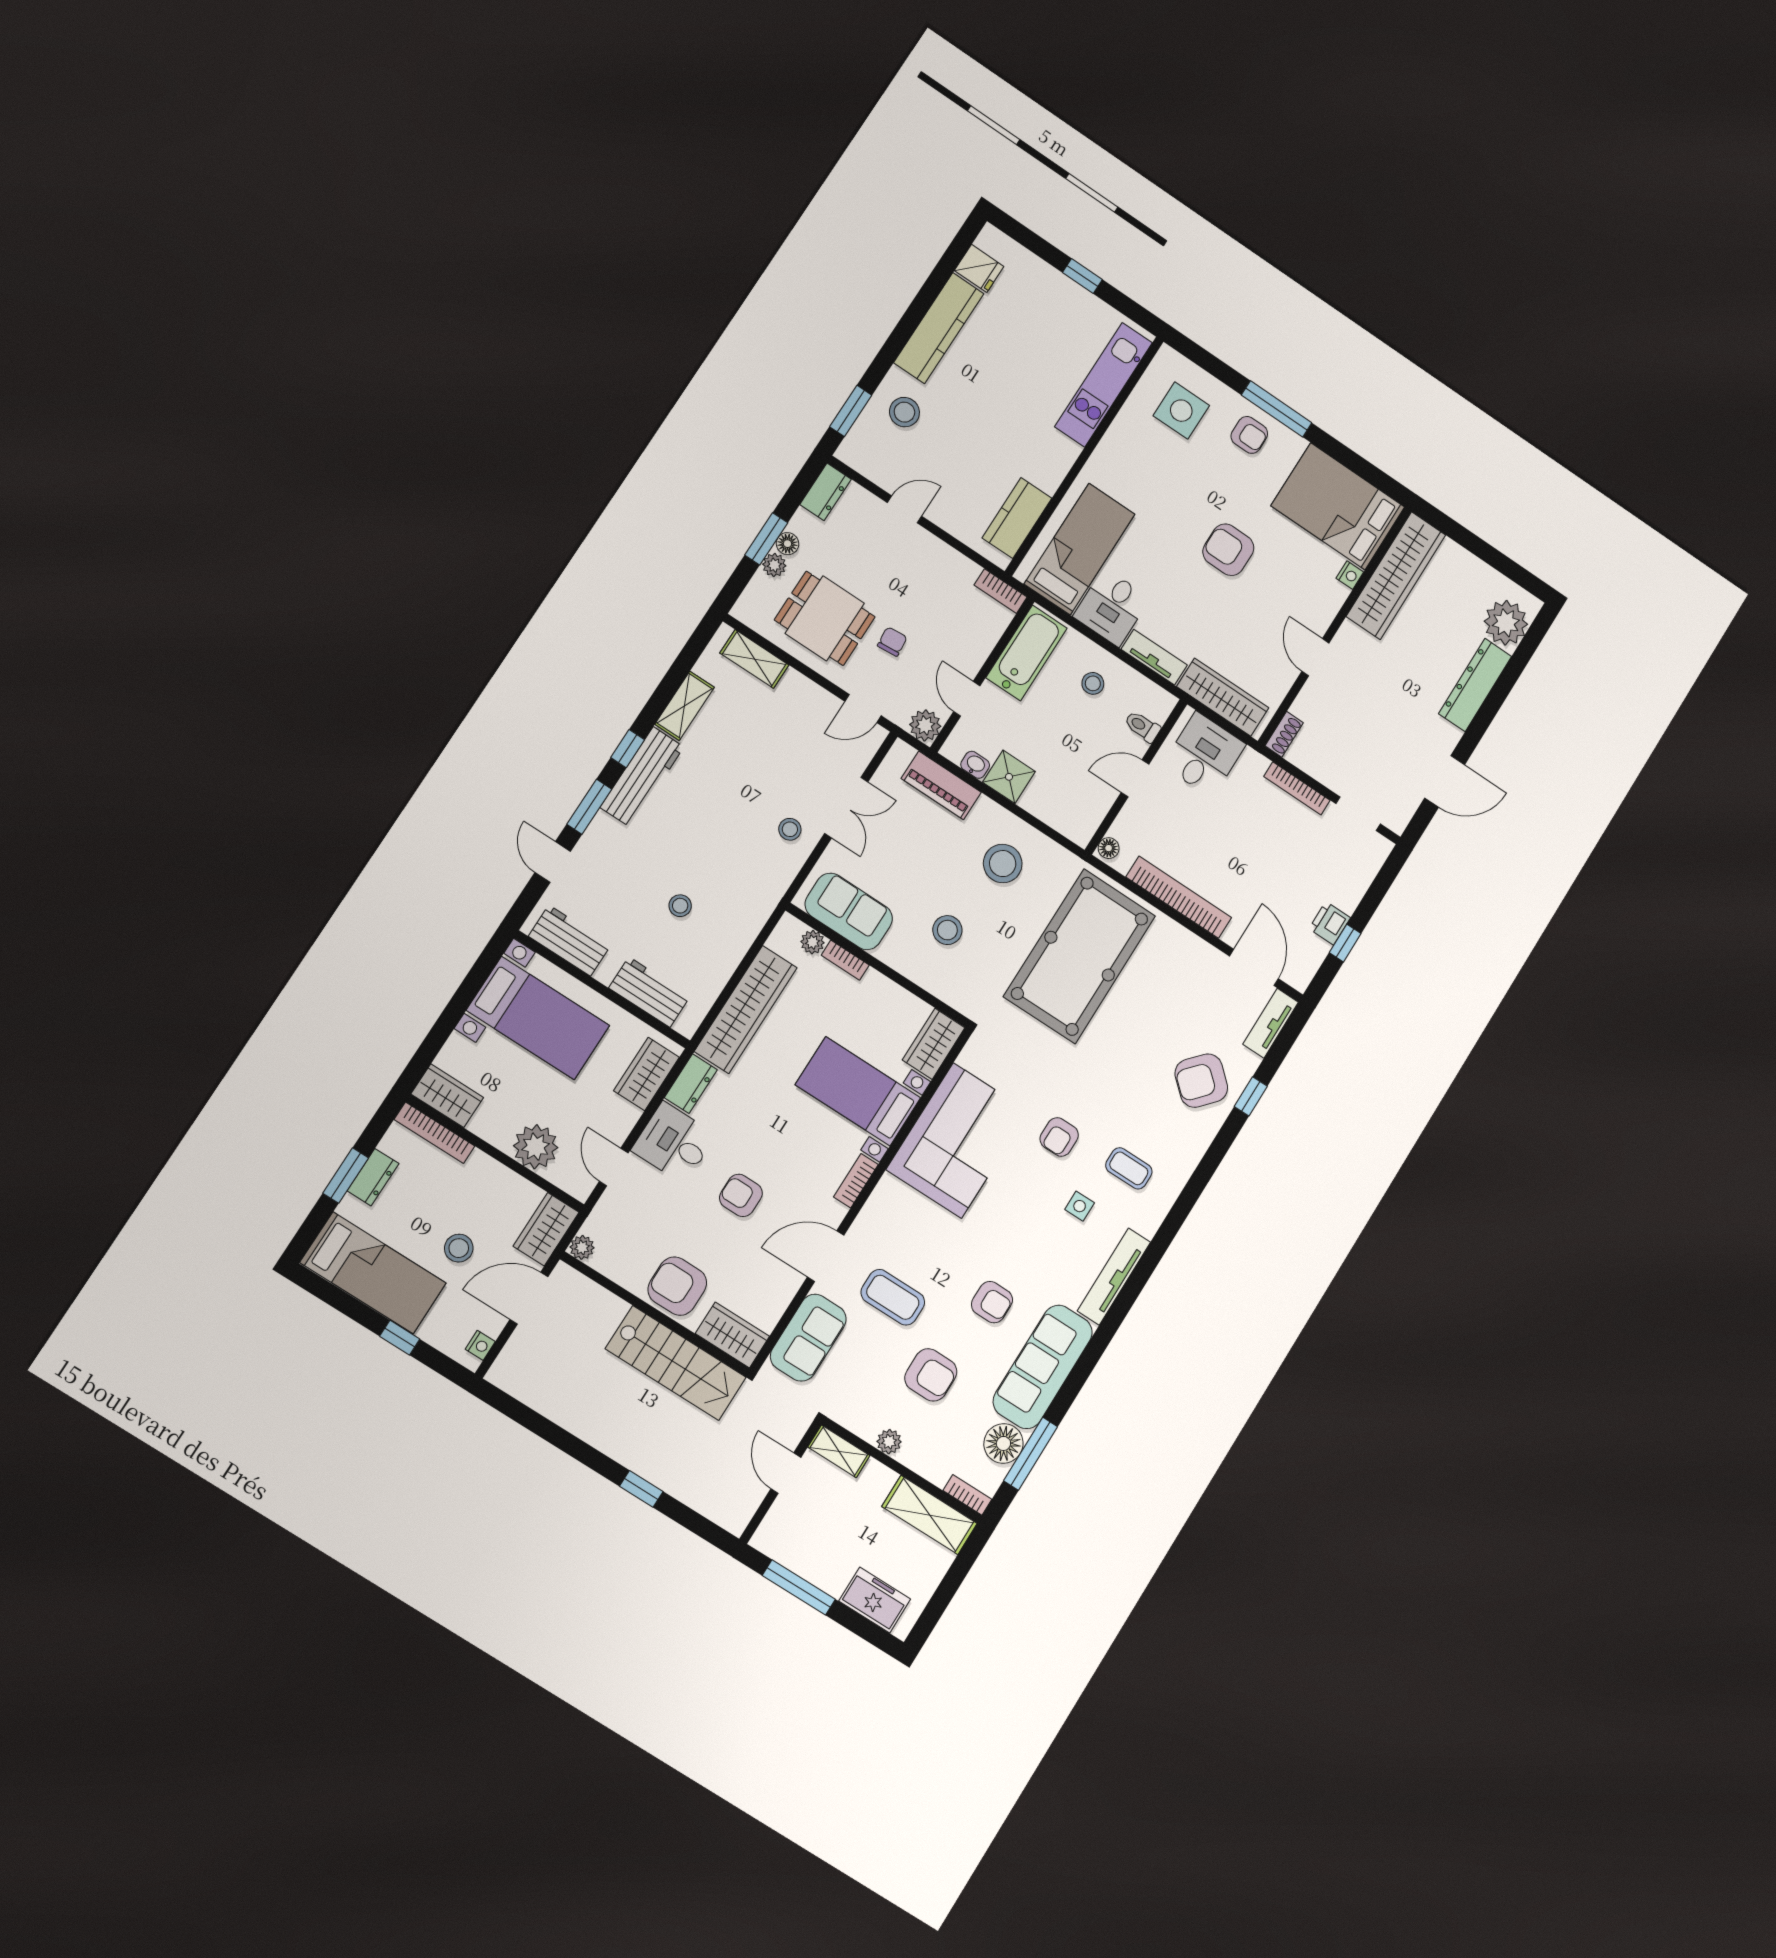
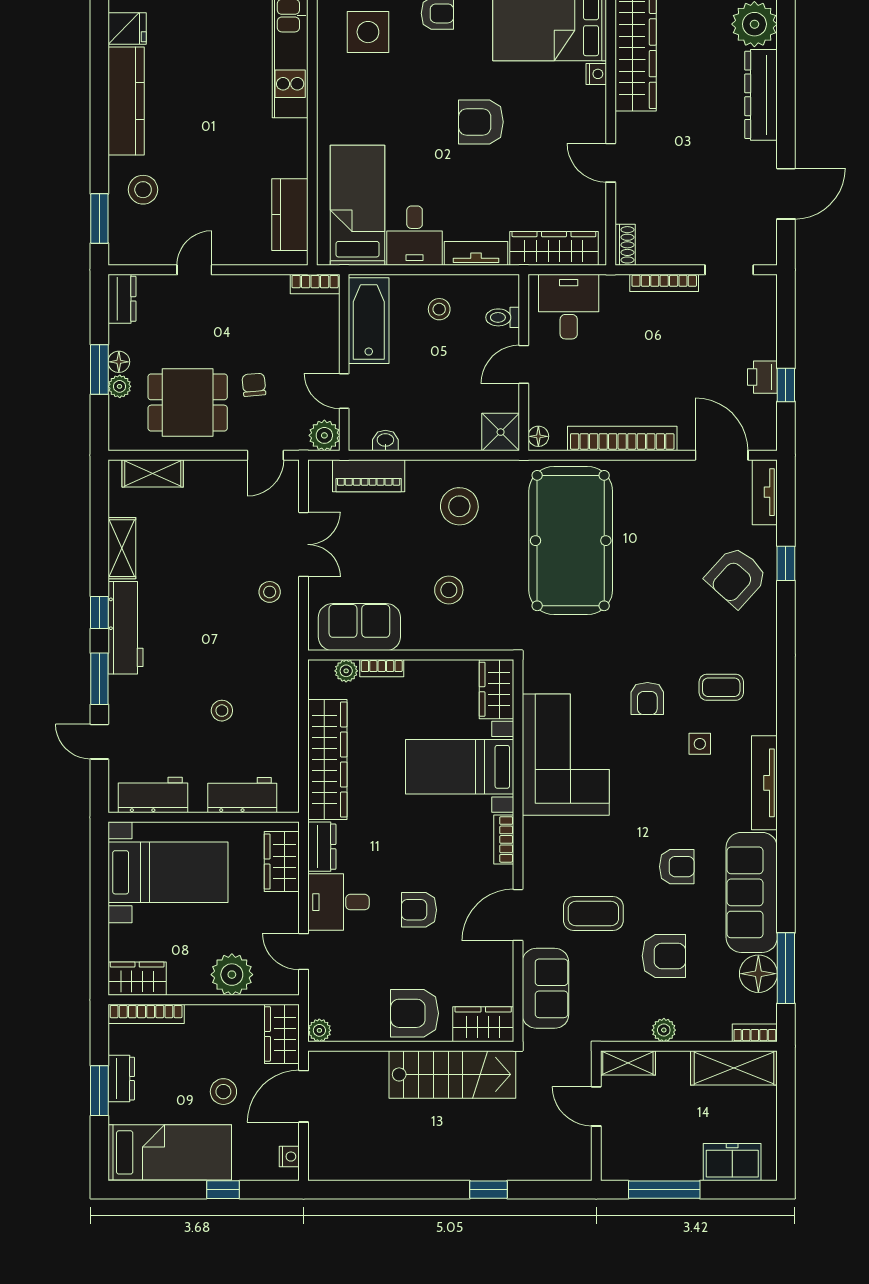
shower: (1009, 777) -> (501, 432), moved

